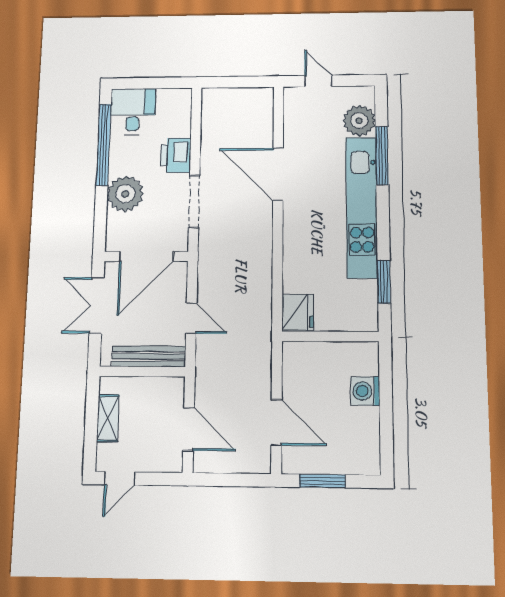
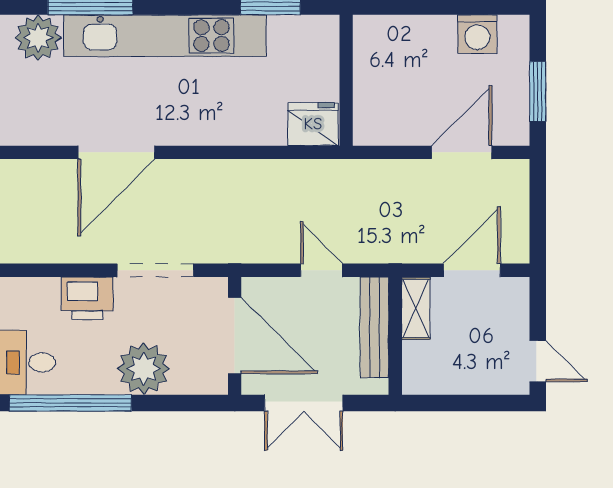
door: (191, 318) -> (322, 270), hinge flipped
washing machine: (365, 391) -> (477, 34), moved
shelving: (108, 418) -> (416, 308), moved, turned 90

